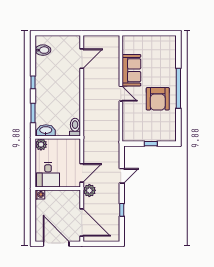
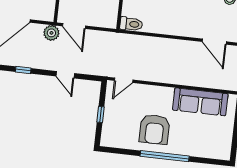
sofa: (131, 70) -> (200, 102), width x1.36
door: (121, 94) -> (124, 80), moved
armchair: (158, 99) -> (155, 129), turned -90

